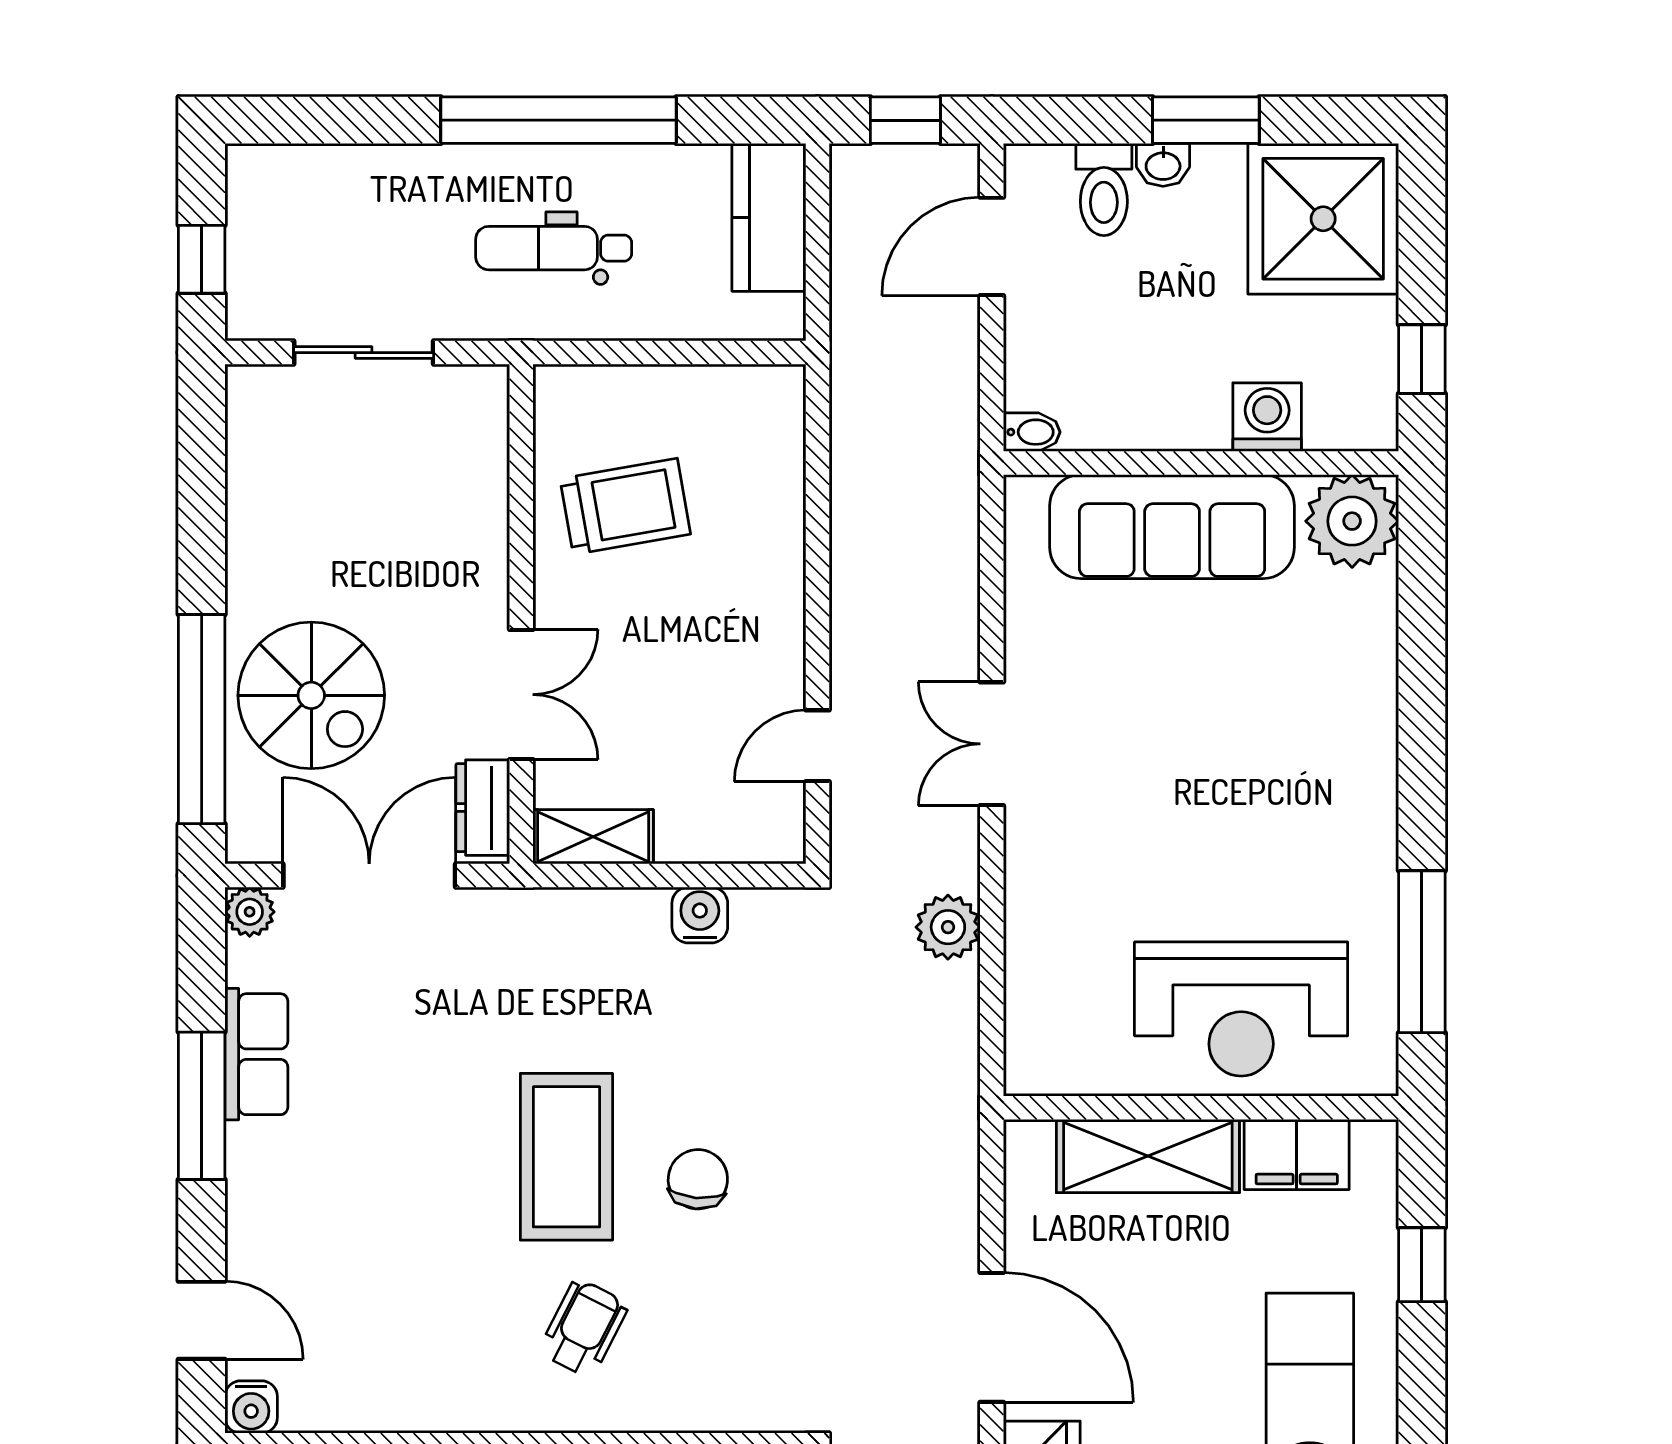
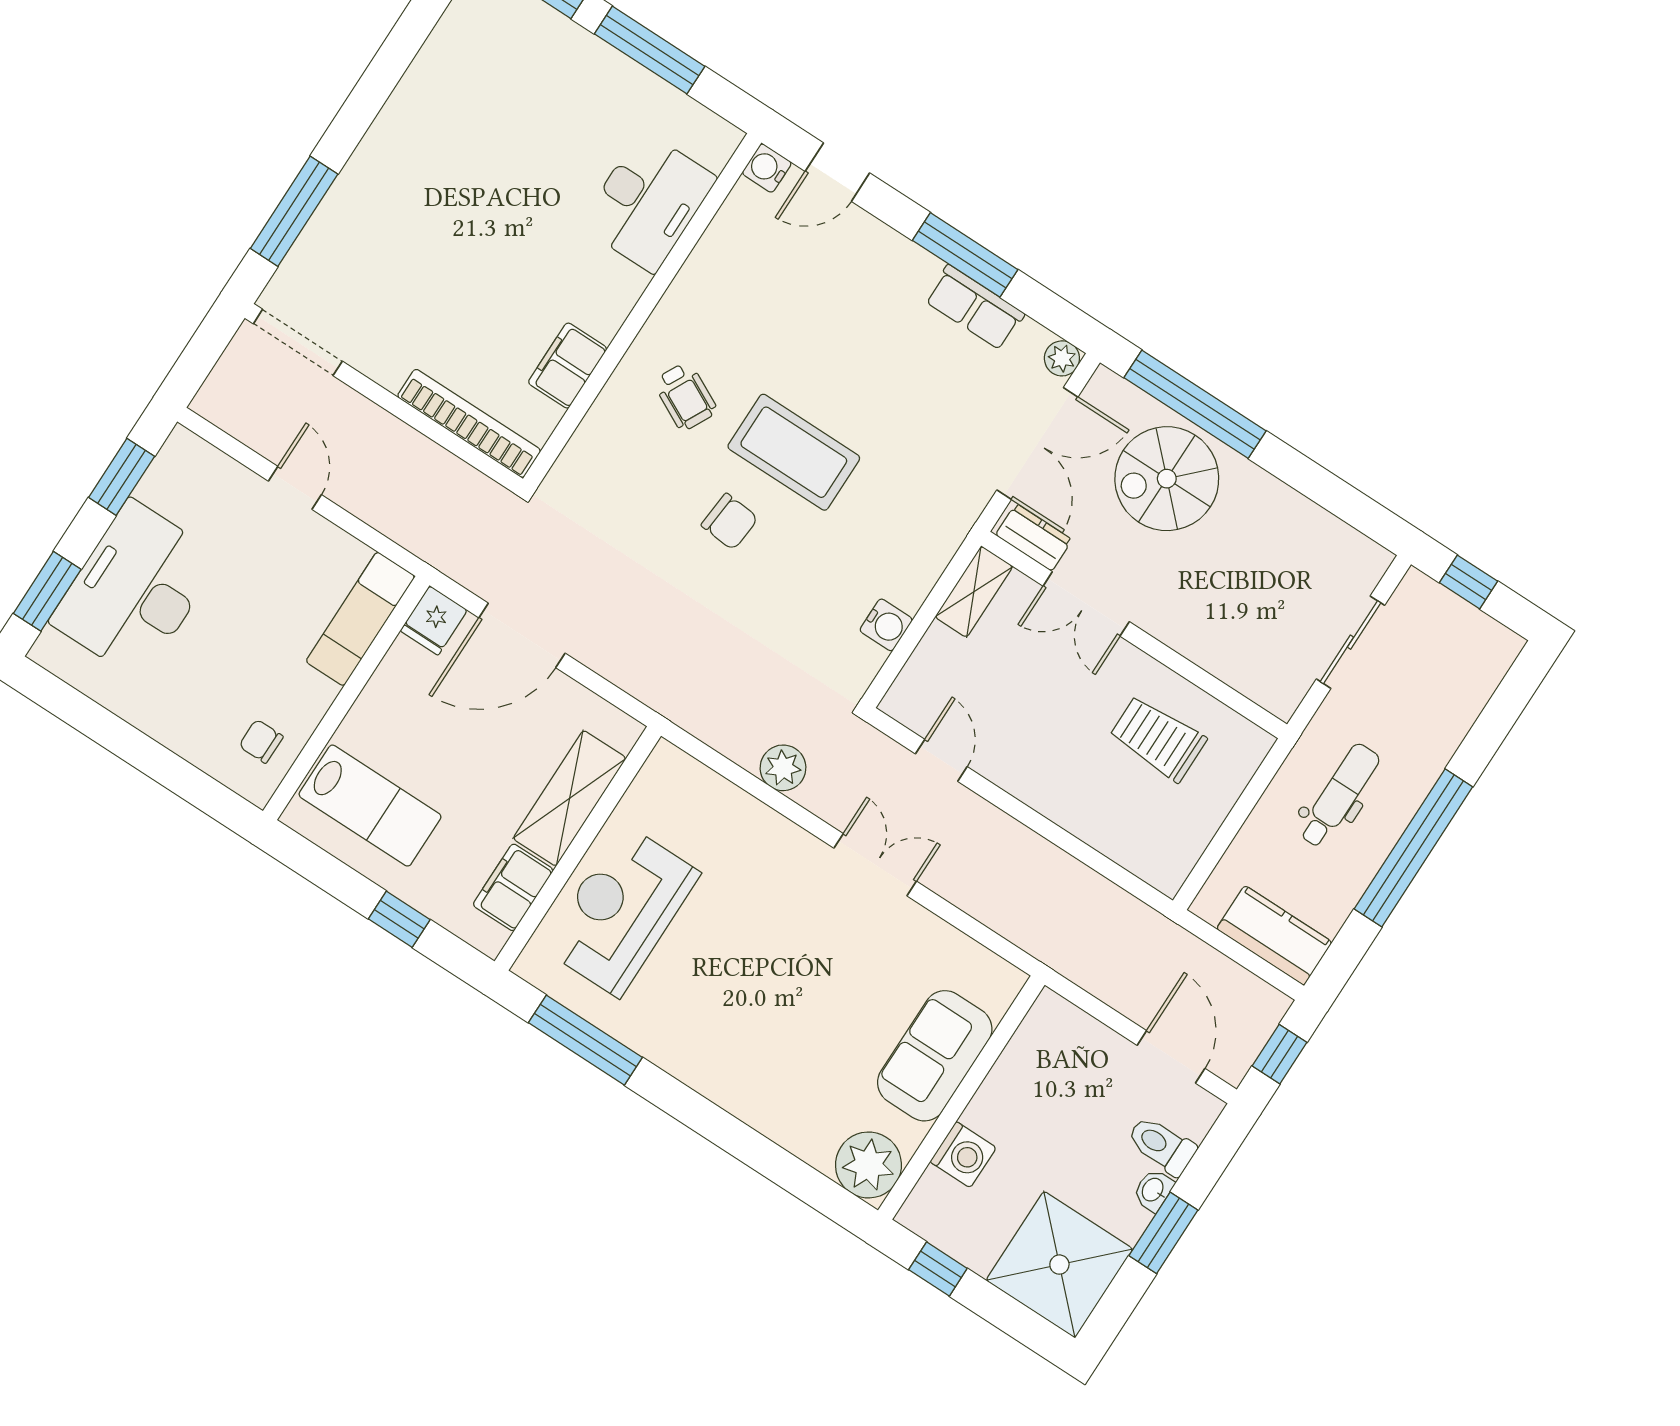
bidet: (1032, 432) -> (1045, 1009), removed
trolley: (625, 506) -> (1158, 738), turned 100
sofa: (1172, 527) -> (935, 1056), width x0.73

